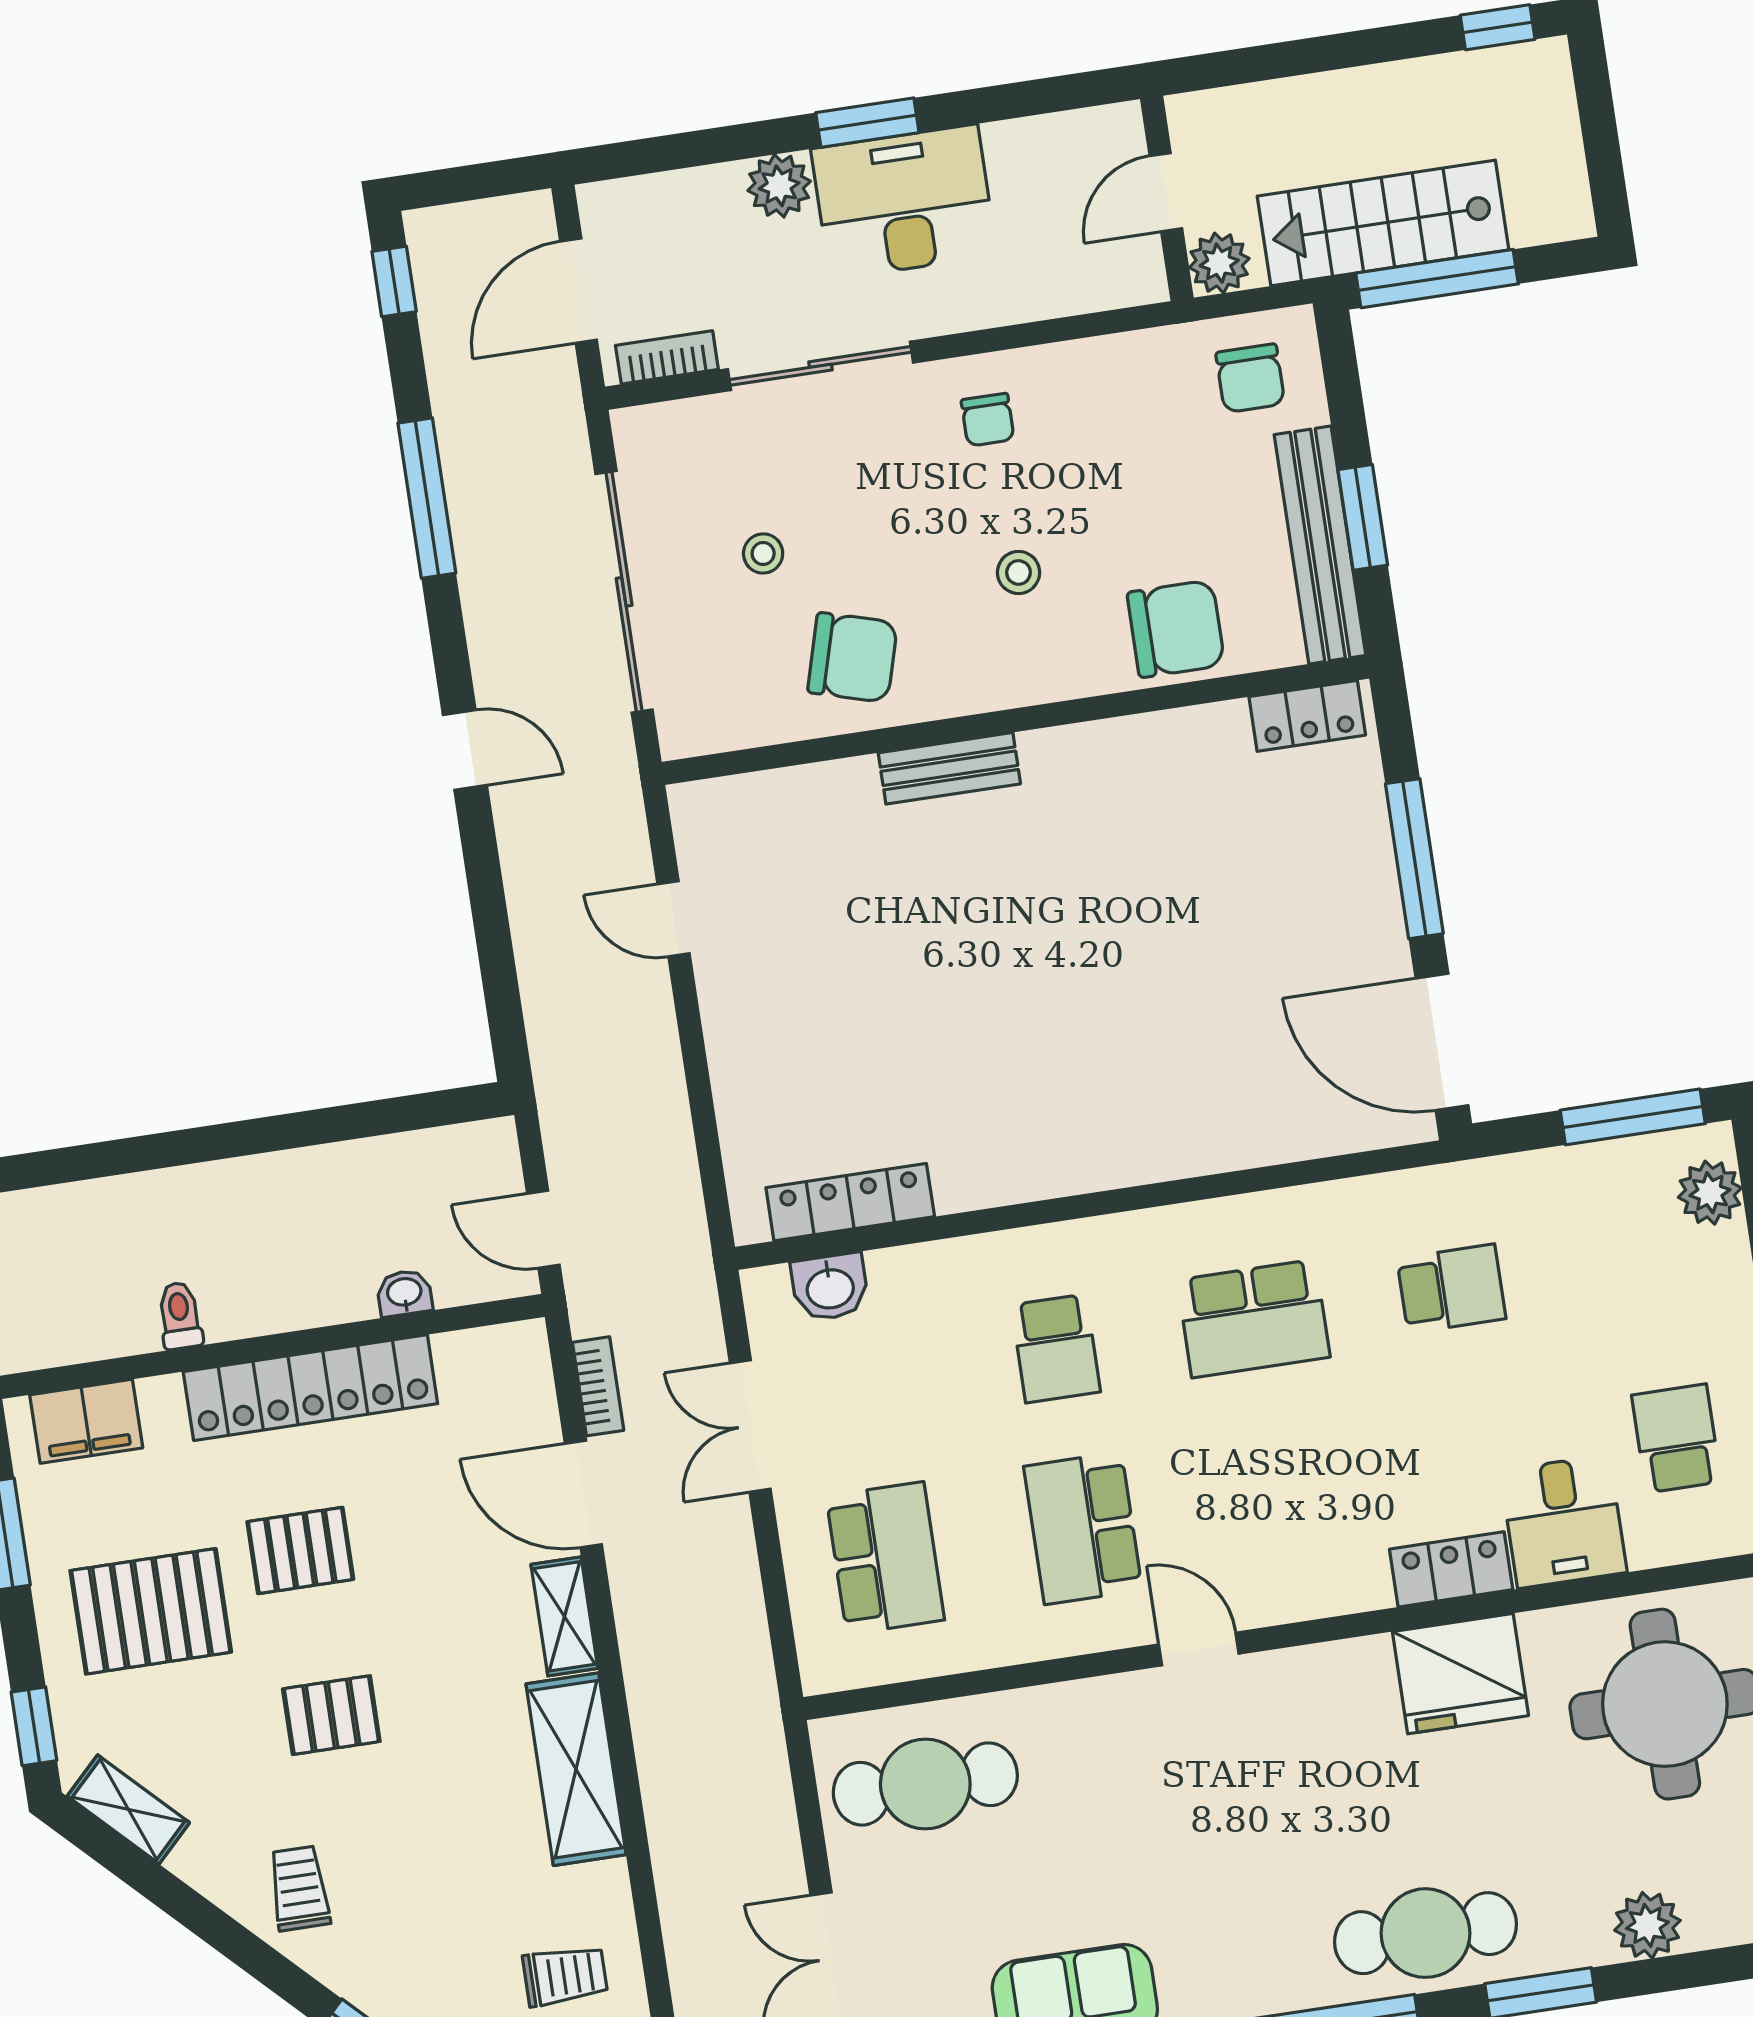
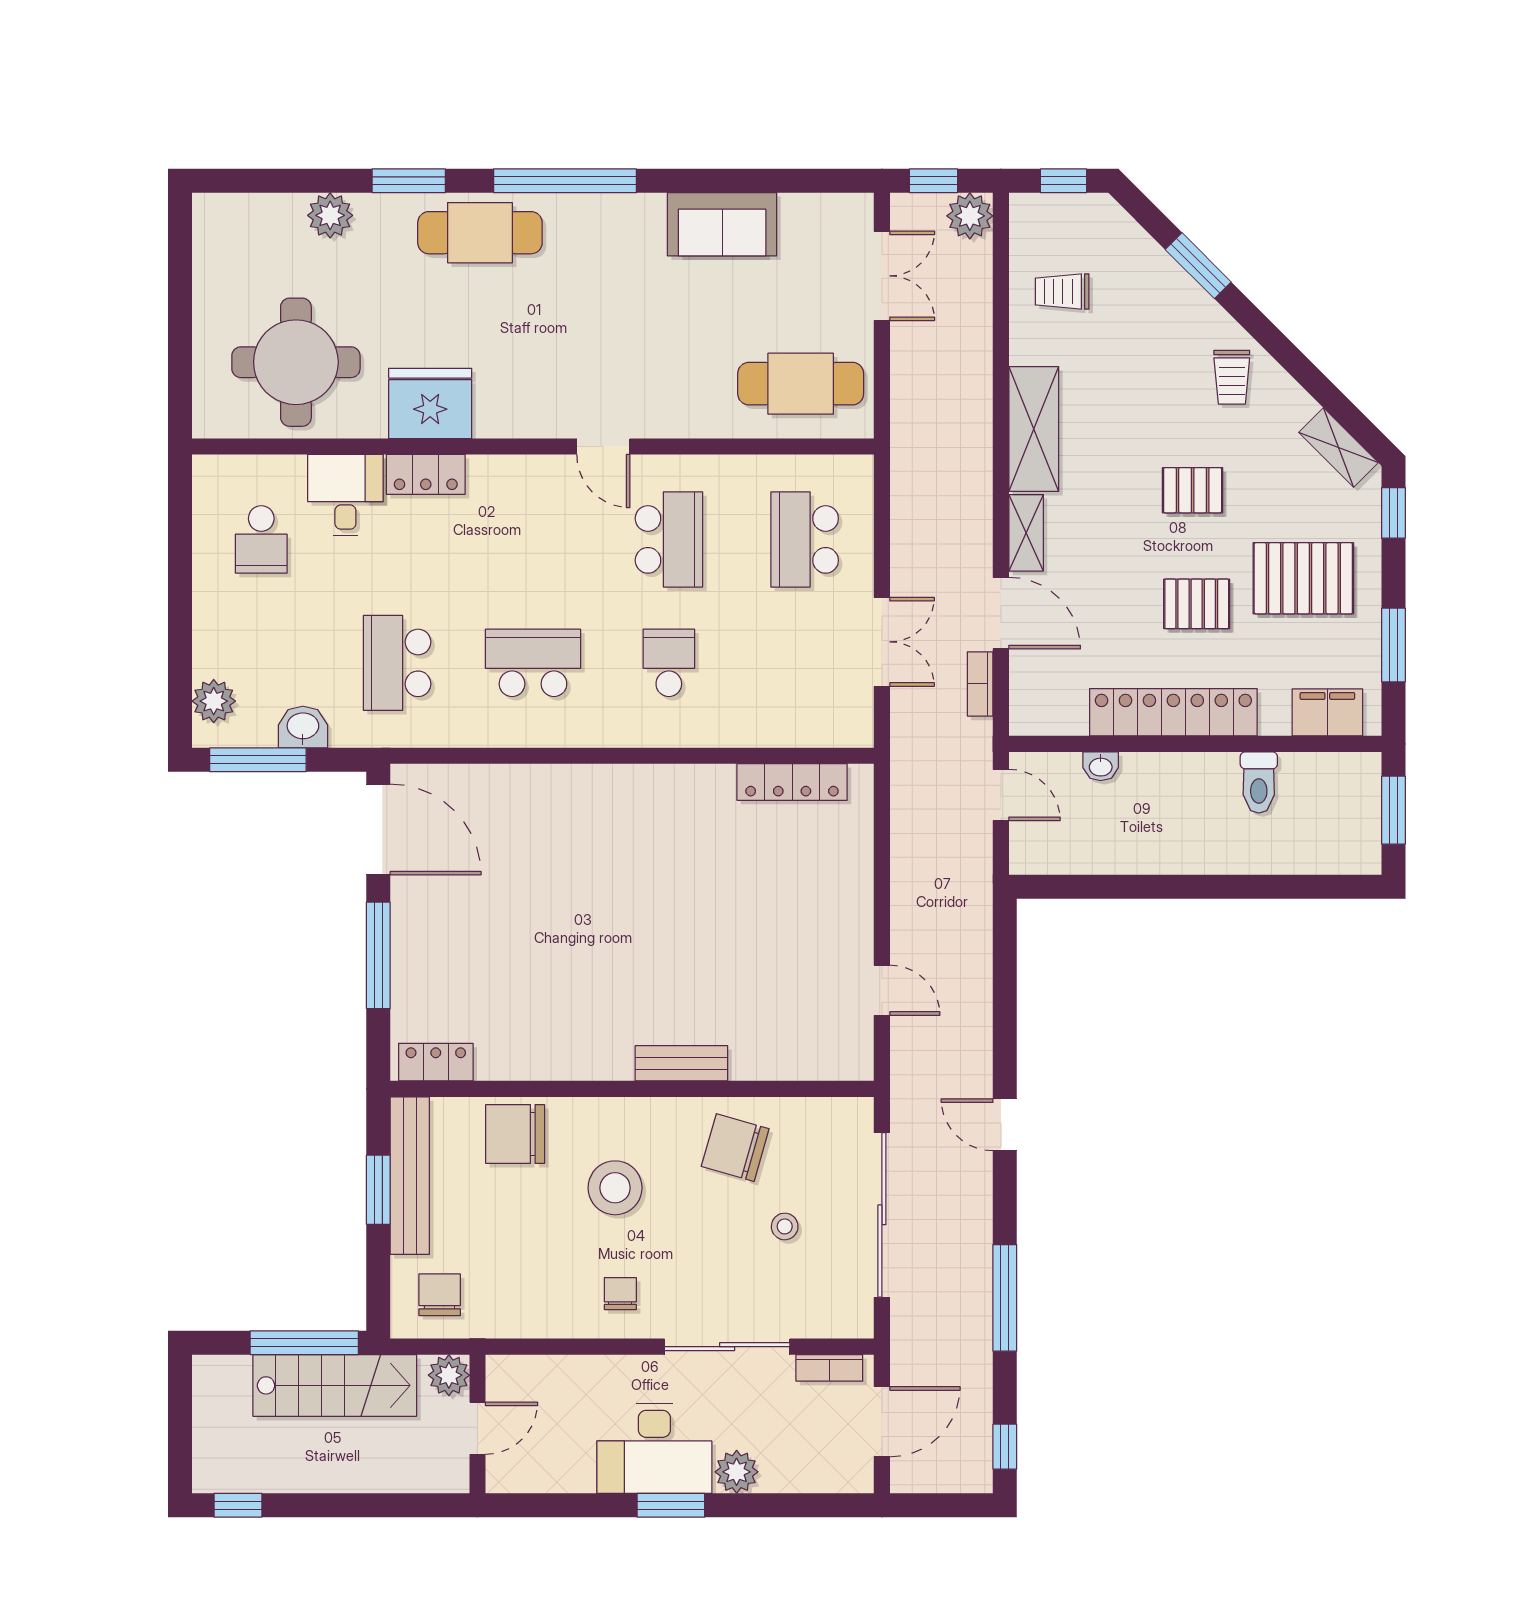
stool: (1019, 572) -> (615, 1188), width x1.89, depth x1.89
washbasin: (830, 1287) -> (303, 727), moved
school desk: (1451, 1289) -> (397, 663), width x1.85
toilet: (180, 1316) -> (1259, 782), width x1.37, depth x1.39

